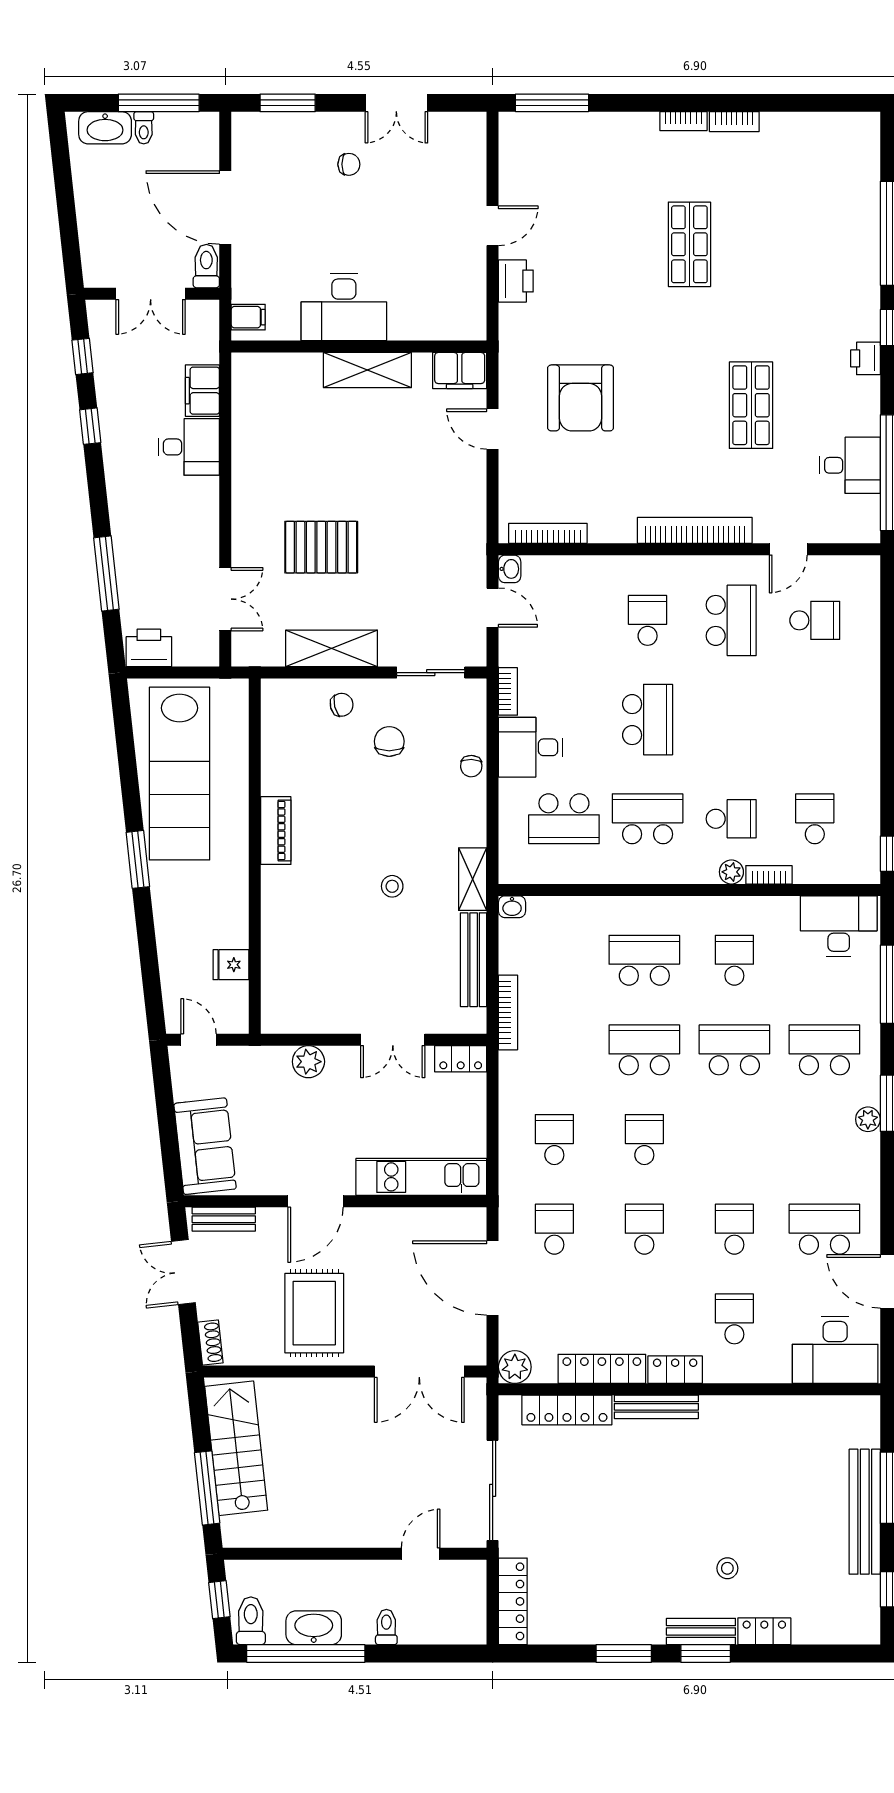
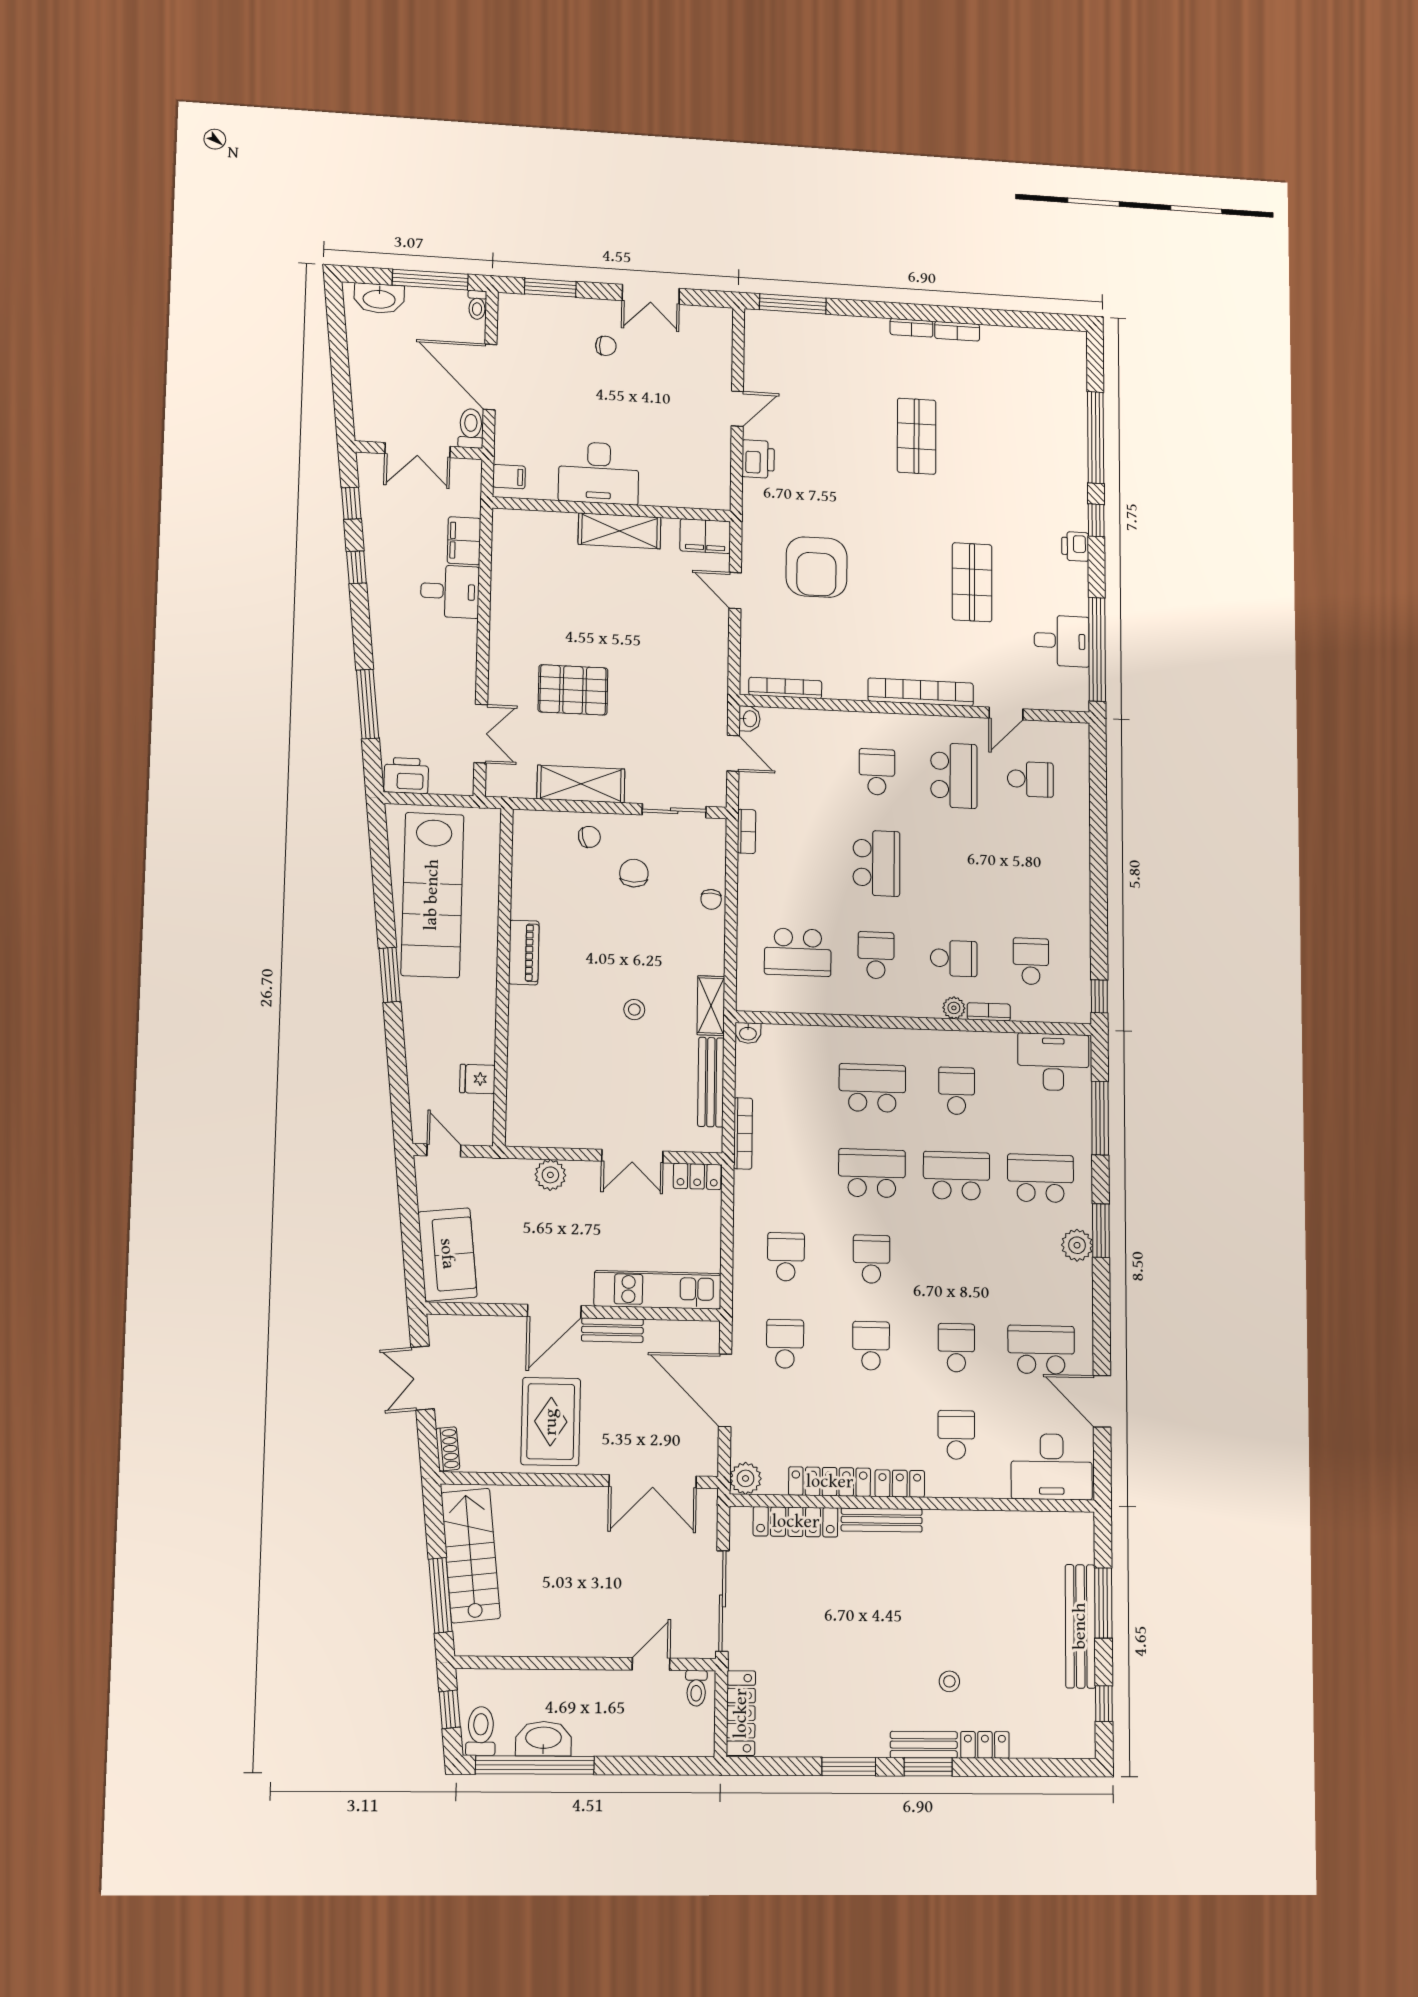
toilet: (144, 128) -> (477, 305), moved
desk: (531, 747) -> (767, 884), removed
school desk: (648, 819) -> (876, 955), width x0.54
plant: (868, 1119) -> (1077, 1245), width x1.38, depth x1.38
bench: (224, 1219) -> (612, 1330), moved
toilet: (386, 1627) -> (696, 1688), moved, turned 180

